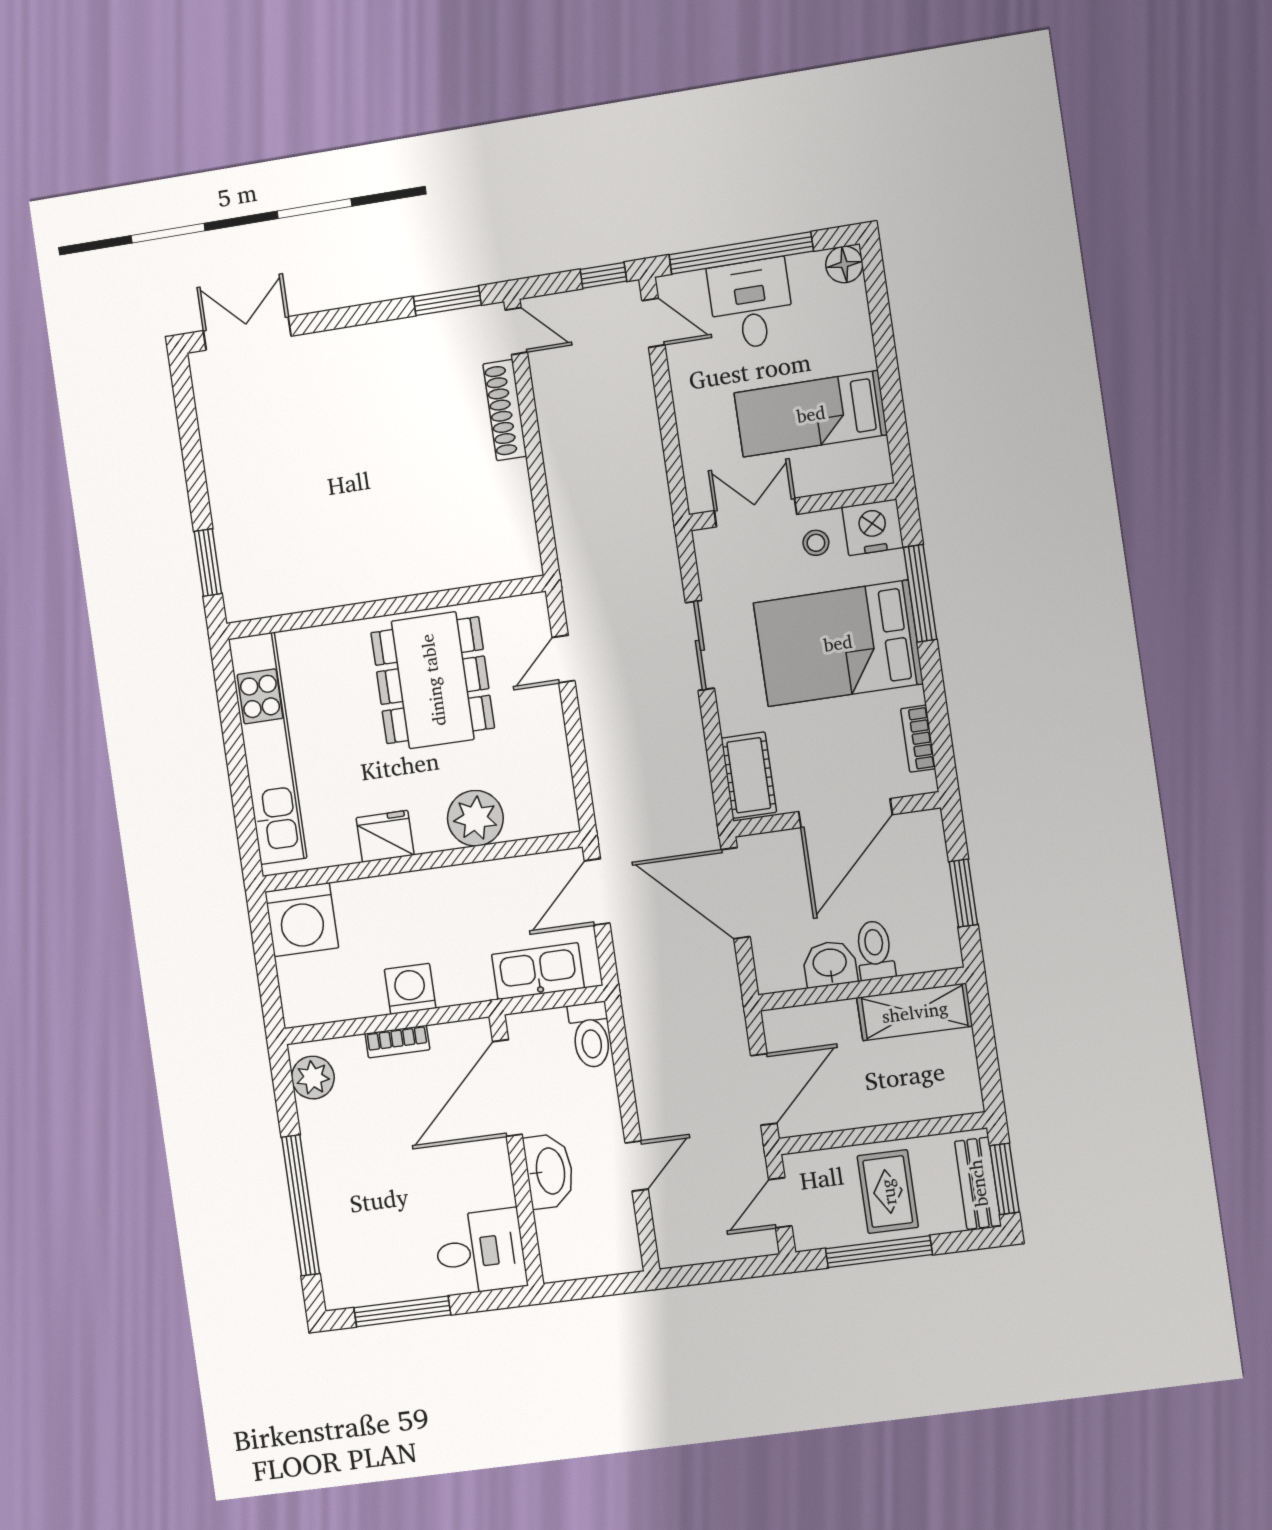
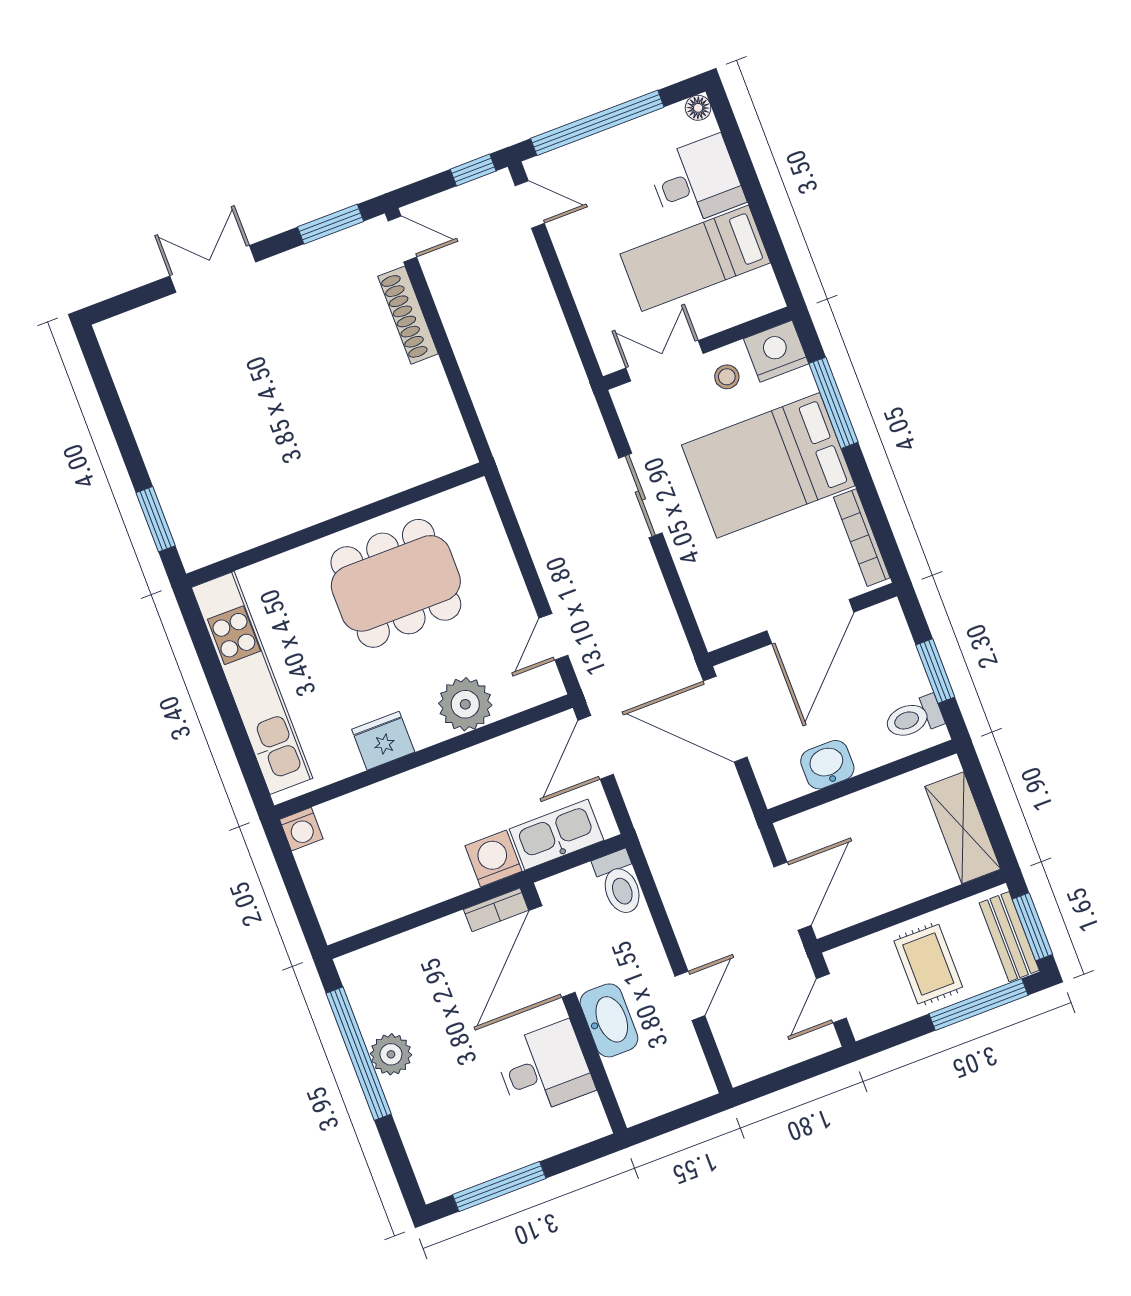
floor lamp: (844, 264) -> (698, 108), width x0.73, depth x0.73
desk: (751, 304) -> (696, 181), moved, turned 90
double door: (247, 333) -> (213, 269), moved
door: (564, 659) -> (553, 637), moved
dining table: (433, 680) -> (396, 583), turned 90
bookcase: (918, 739) -> (862, 538), width x1.56
cot: (749, 775) -> (713, 606), removed
washing machine: (302, 920) -> (301, 829), width x0.53, depth x0.53
toilet: (875, 950) -> (914, 718), moved, turned -90
washing machine: (410, 989) -> (494, 859), moved
shelving: (915, 1012) -> (963, 828), moved, turned 90
bookcase: (397, 1042) -> (496, 910), moved
plant: (313, 1078) -> (391, 1054), moved
window: (301, 1205) -> (359, 1054), moved
desk: (480, 1252) -> (544, 1069), moved
window: (879, 1252) -> (978, 1005), moved

